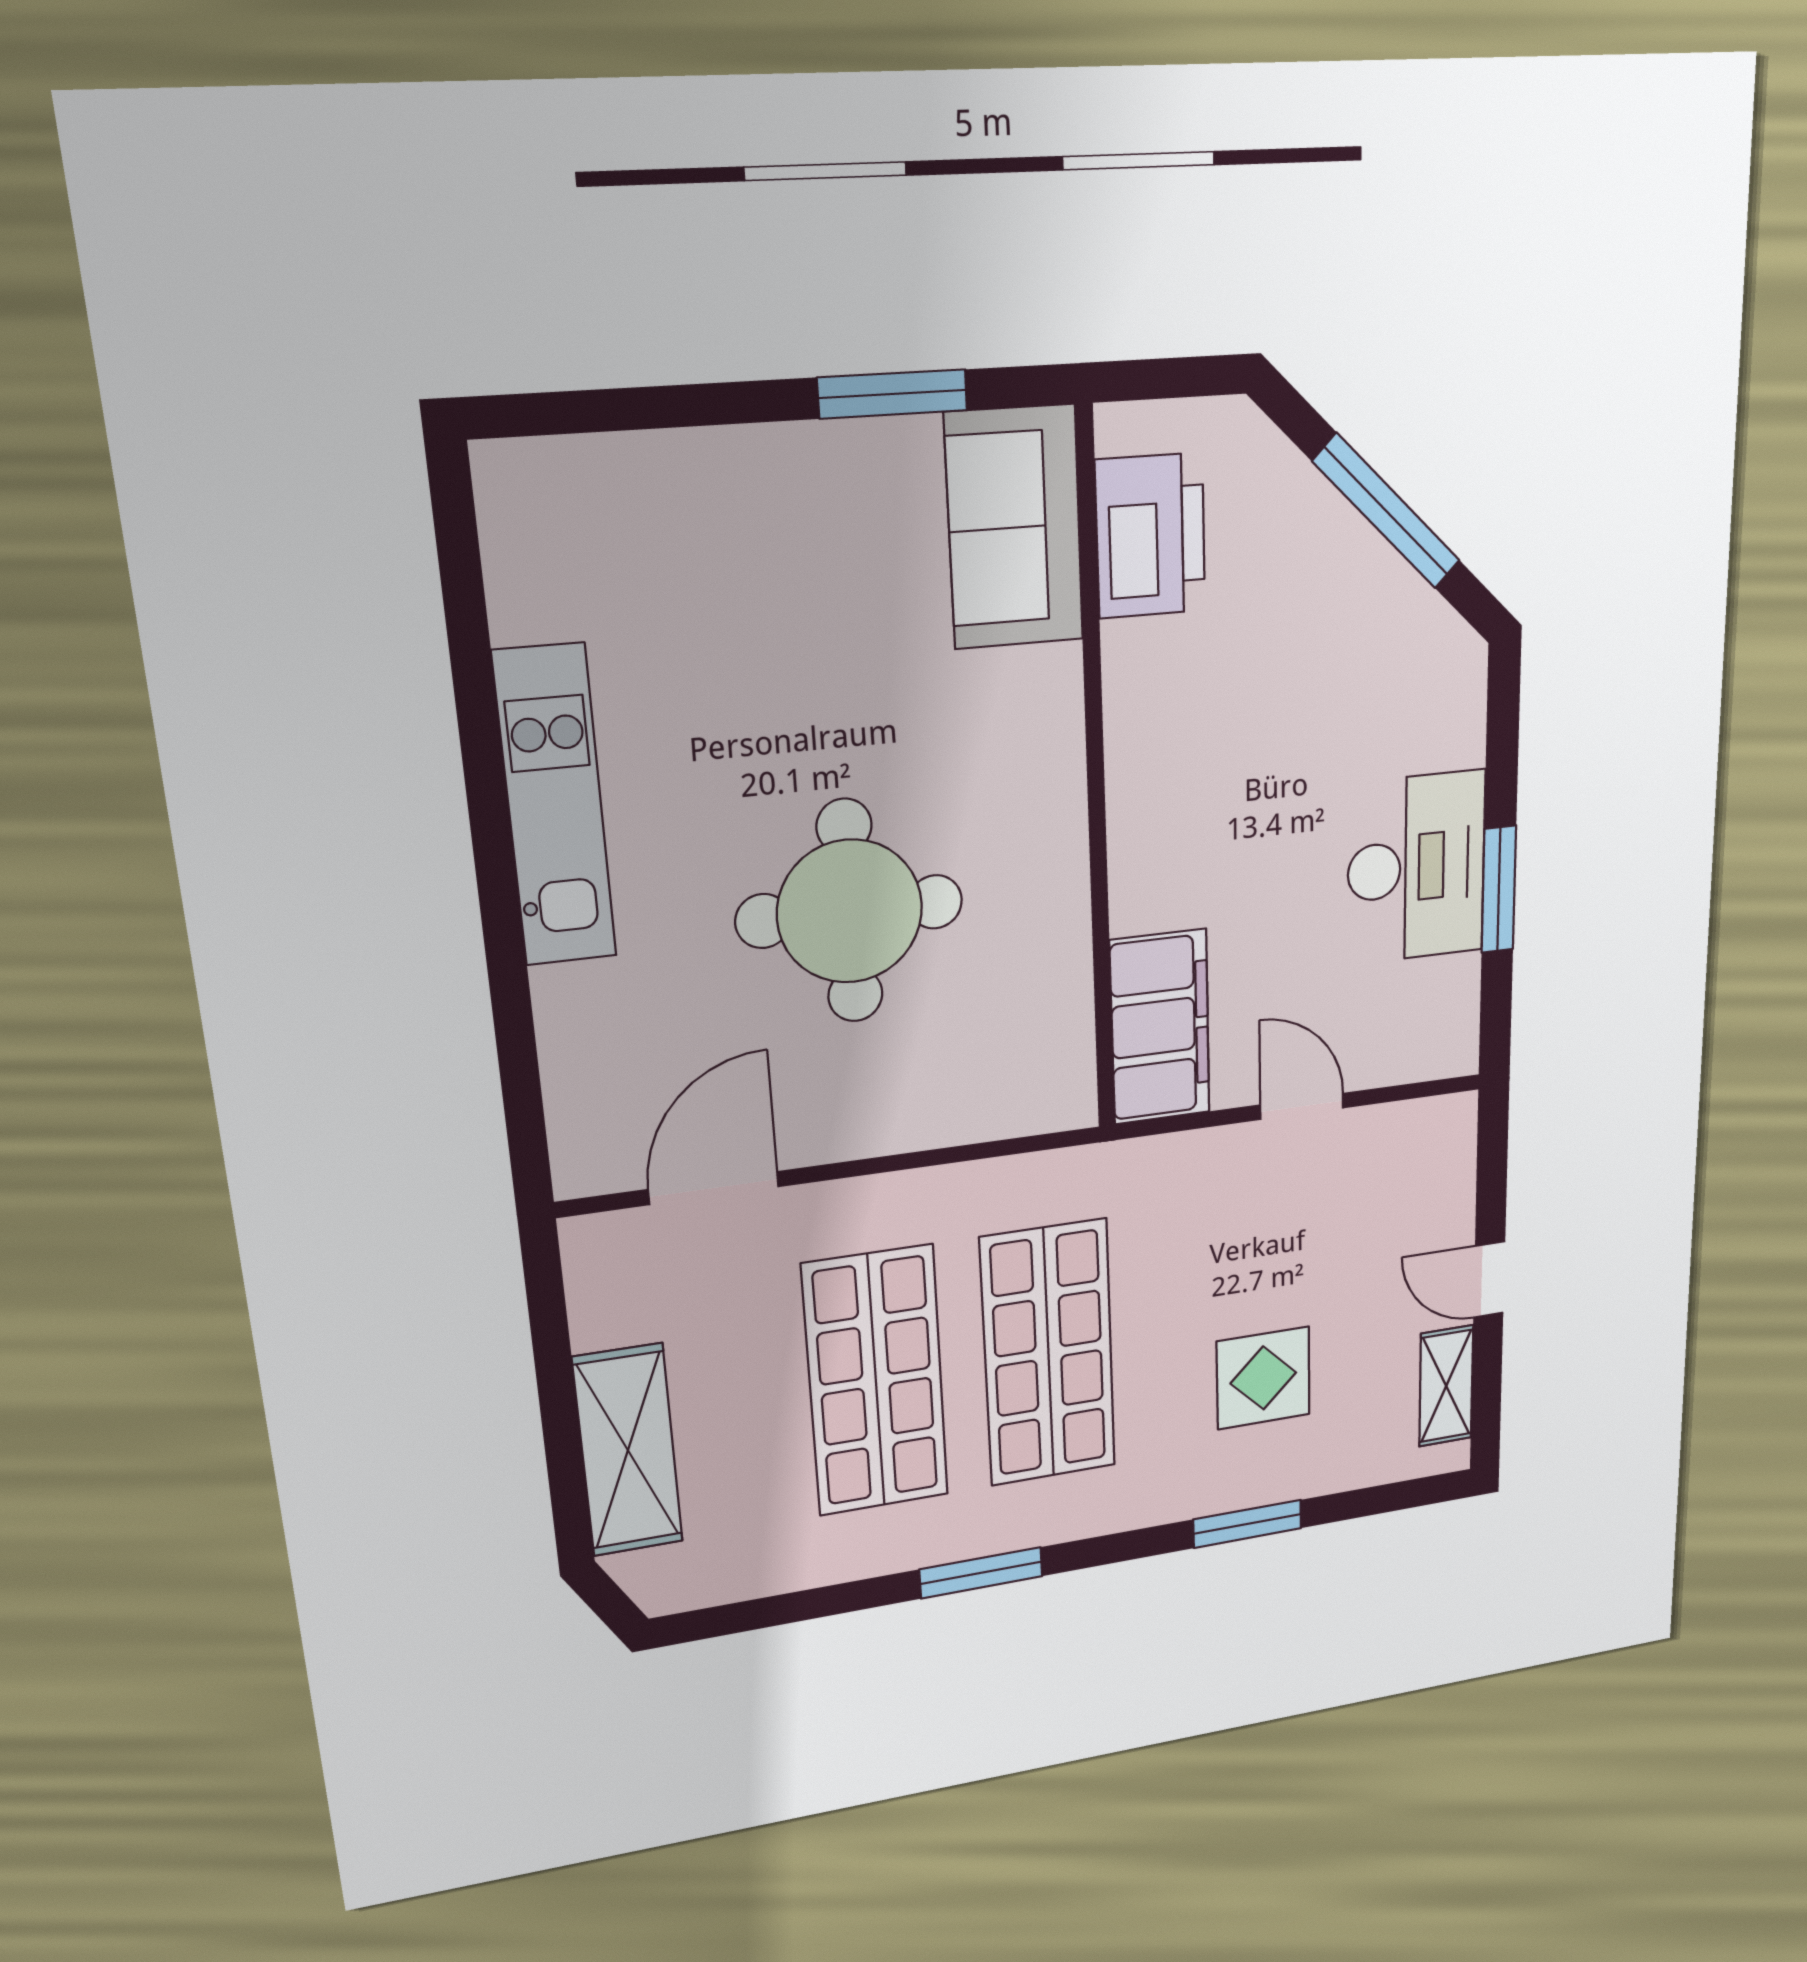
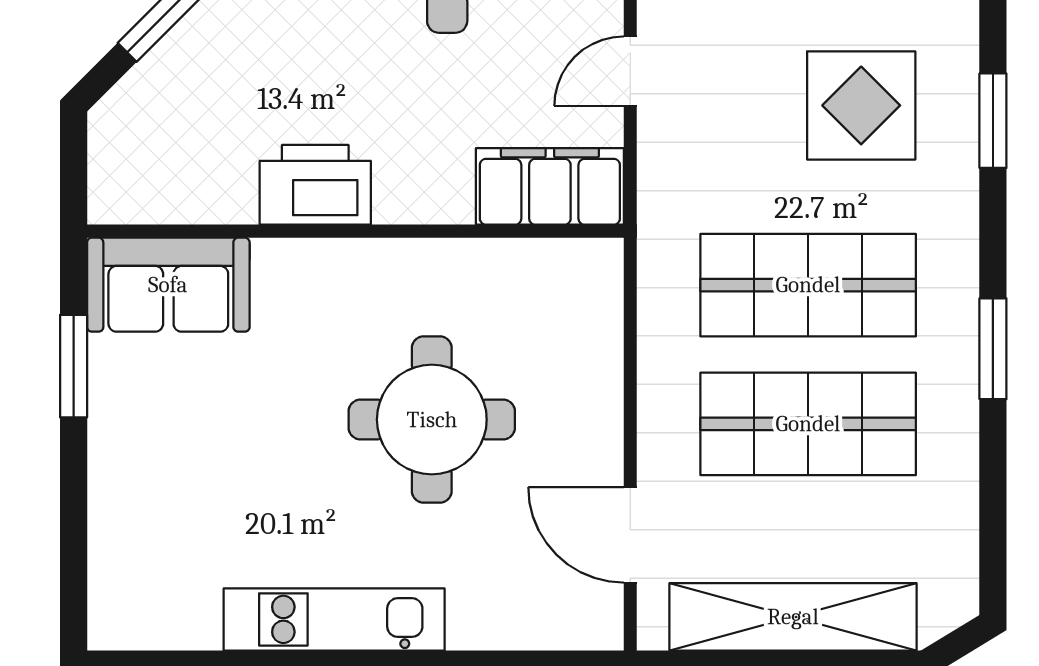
printer: (1151, 536) -> (315, 185), moved
display table: (1263, 1378) -> (861, 105), width x1.36, depth x1.36
shelving: (628, 1450) -> (793, 617), width x1.47

